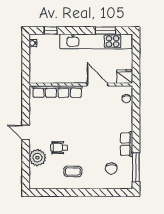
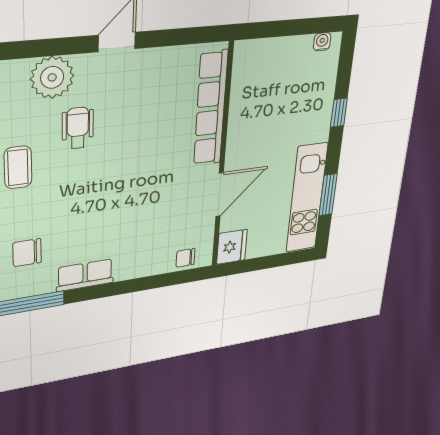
window: (51, 31) -> (339, 113), moved
kitchen unit: (96, 41) -> (307, 198), width x0.73

